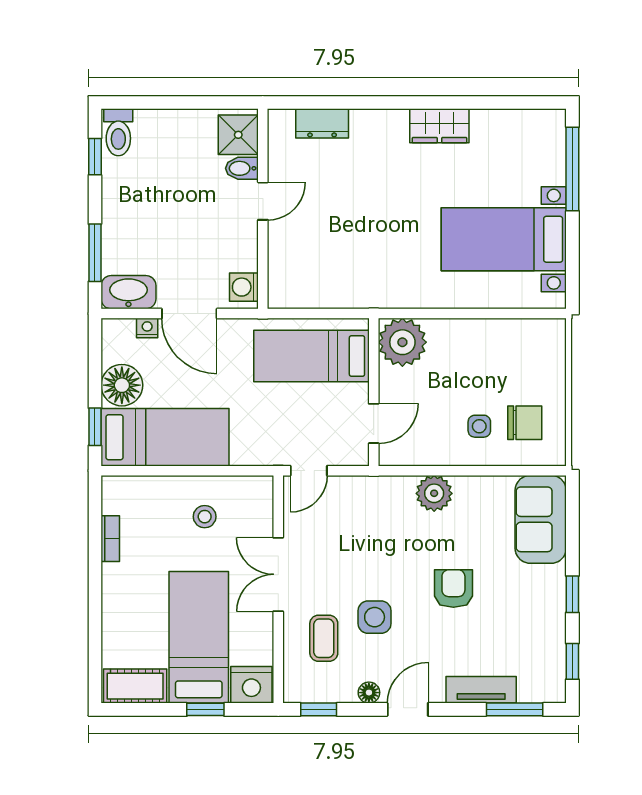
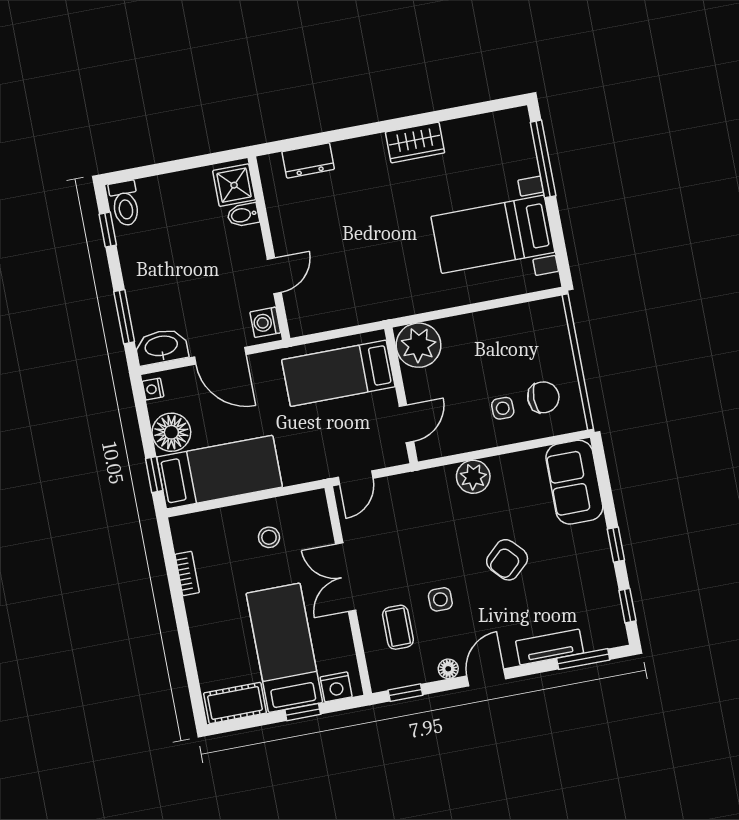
door: (263, 201) -> (274, 276), moved
nightstand: (147, 328) -> (153, 389), moved, turned -90
armchair: (453, 588) -> (507, 560), turned -133
side table: (375, 617) -> (440, 599), width x0.73, depth x0.73
nightstand: (251, 685) -> (336, 687), width x0.74, depth x0.75

